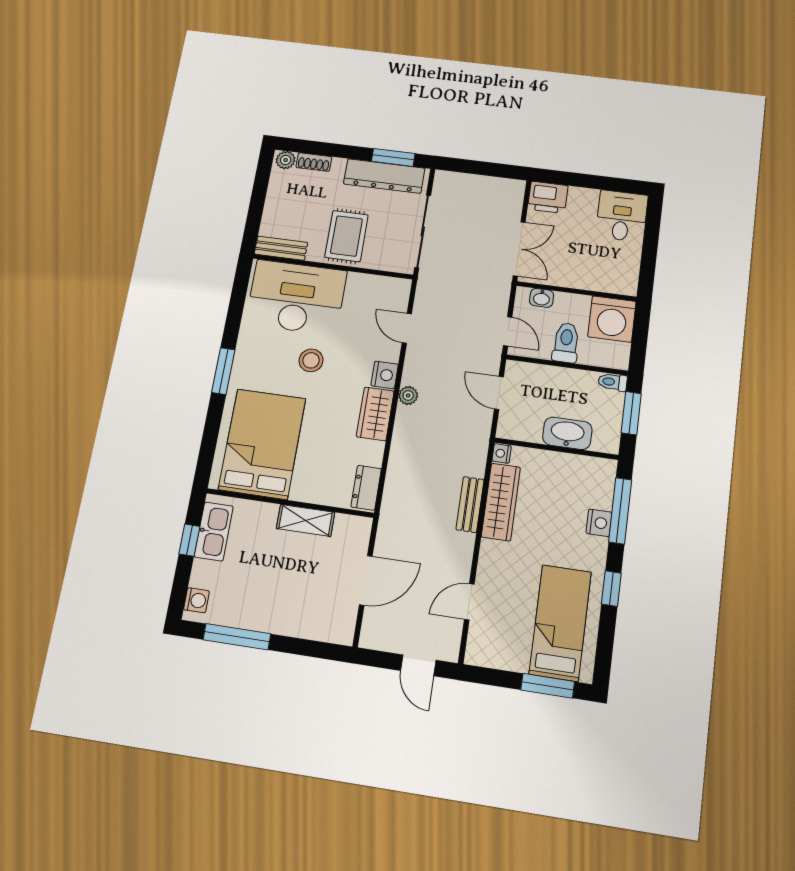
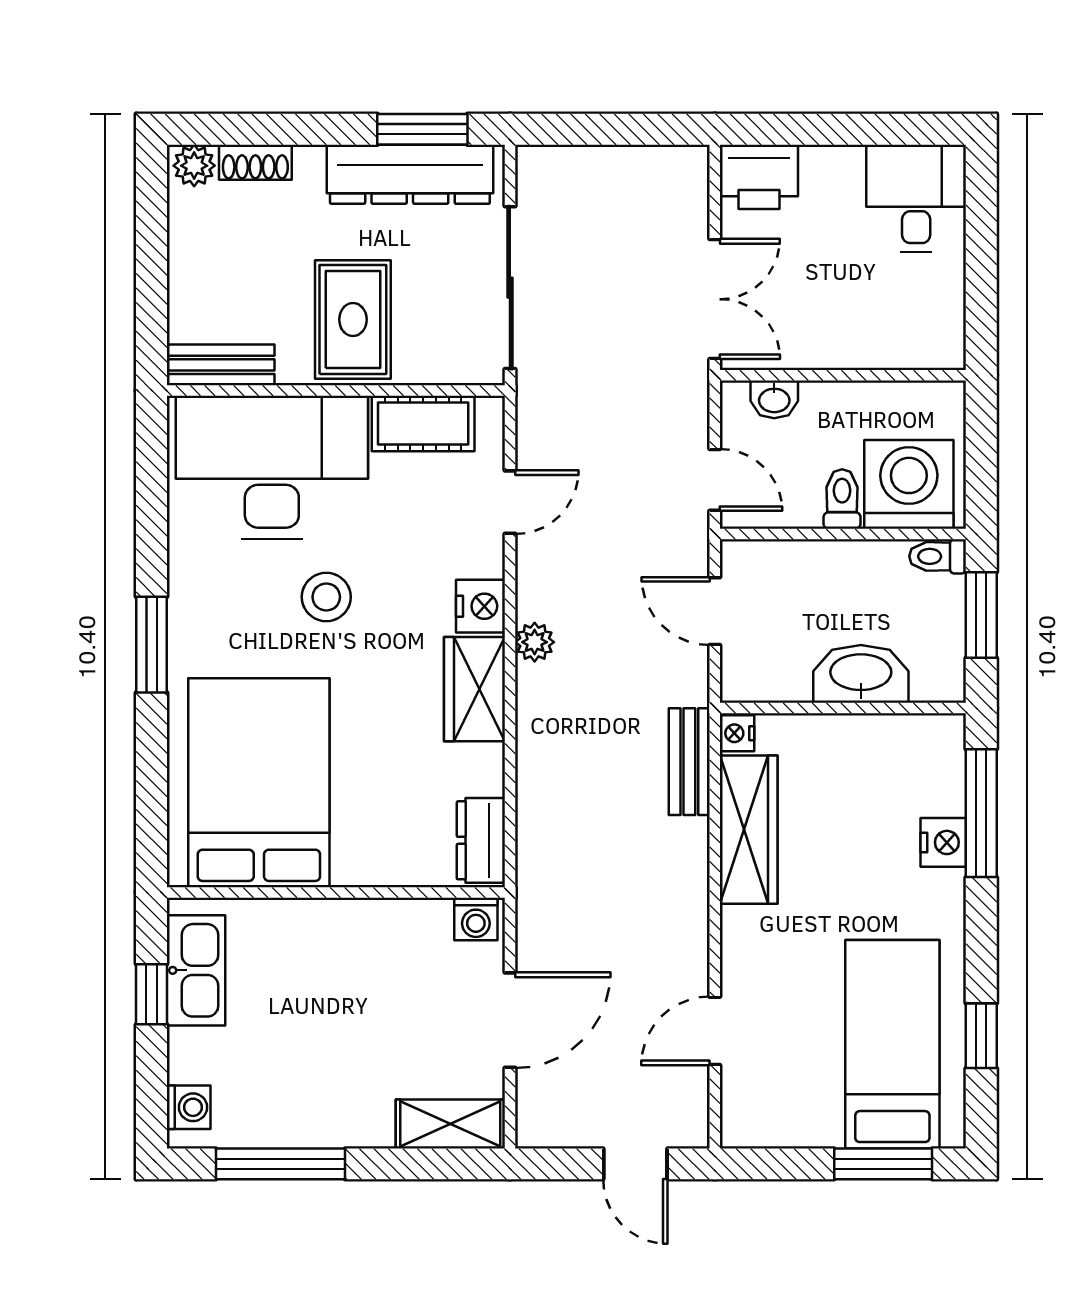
cot: (371, 287) -> (423, 423), added
washing machine: (612, 319) -> (909, 484), moved, turned 180
door: (407, 328) -> (510, 502), swing flipped
toilet: (566, 343) -> (842, 499), width x0.73, depth x0.72
bench: (470, 504) -> (689, 762), moved
shelving: (306, 520) -> (450, 1124), moved
washing machine: (357, 527) -> (476, 919), added
window: (611, 589) -> (981, 1036), moved

